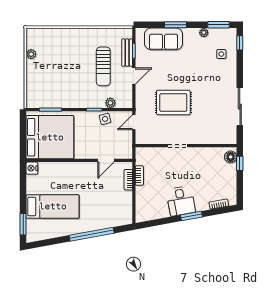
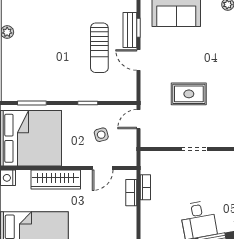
door: (134, 76) -> (138, 60), swing flipped
plant: (110, 103) -> (108, 94), removed
rug: (173, 103) -> (189, 94), width x0.73, depth x0.70
side table: (105, 119) -> (101, 135), moved
wardrobe: (69, 169) -> (56, 179), added

